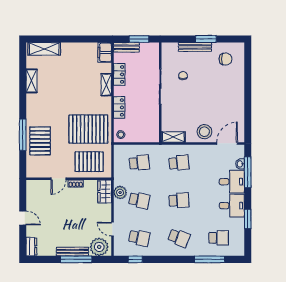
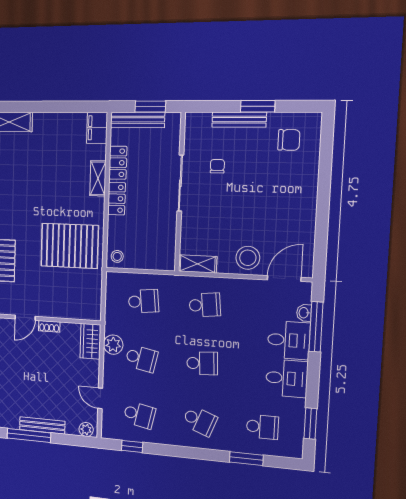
bench: (126, 47) -> (137, 120), width x1.36
locker: (119, 107) -> (117, 199), moved
pallet: (89, 162) -> (69, 295), removed
window: (248, 219) -> (310, 424), moved
plant: (99, 247) -> (86, 429), width x0.53, depth x0.53
window: (76, 259) -> (29, 435), moved
window: (210, 259) -> (246, 459), width x0.69

